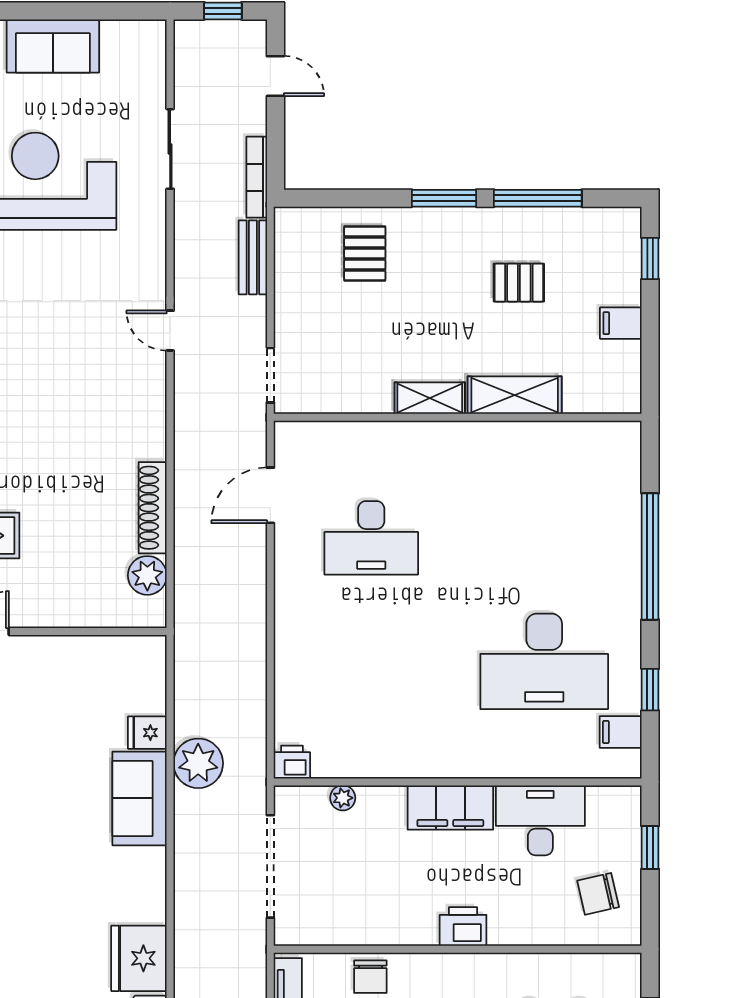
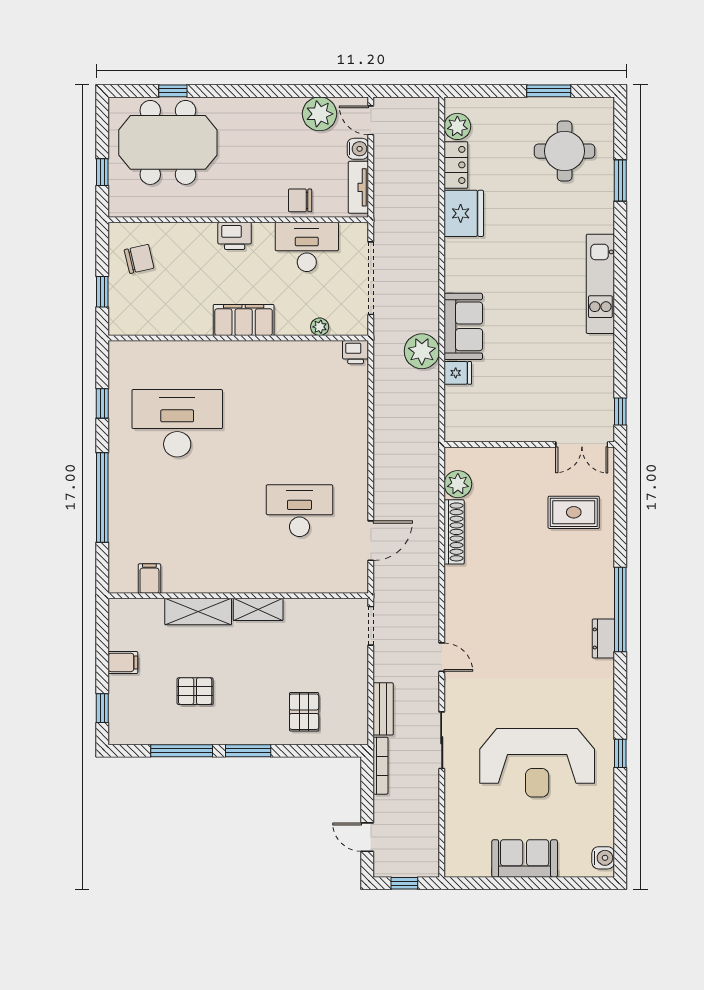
sliding door: (170, 149) -> (442, 740), moved
filing cabinet: (621, 732) -> (149, 579), moved, turned -90
desk: (540, 820) -> (307, 247), moved, turned 180
chair: (370, 977) -> (300, 200), turned -90

